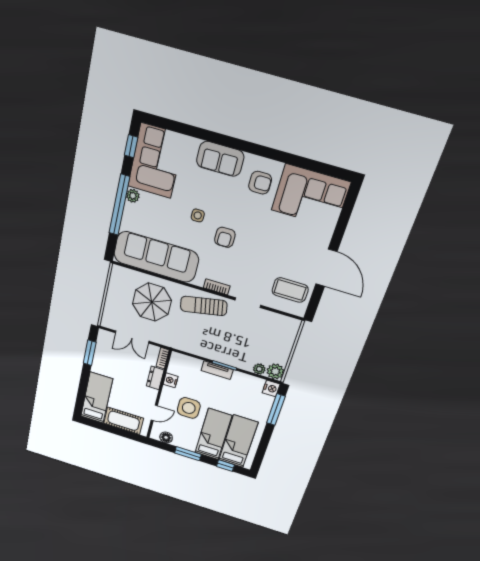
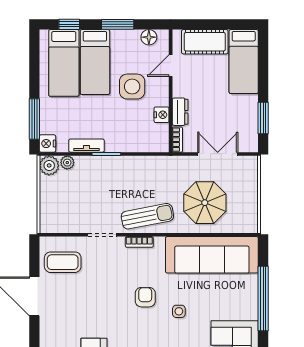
plant: (133, 196) -> (251, 312), removed
tv unit: (217, 370) -> (86, 146), moved

